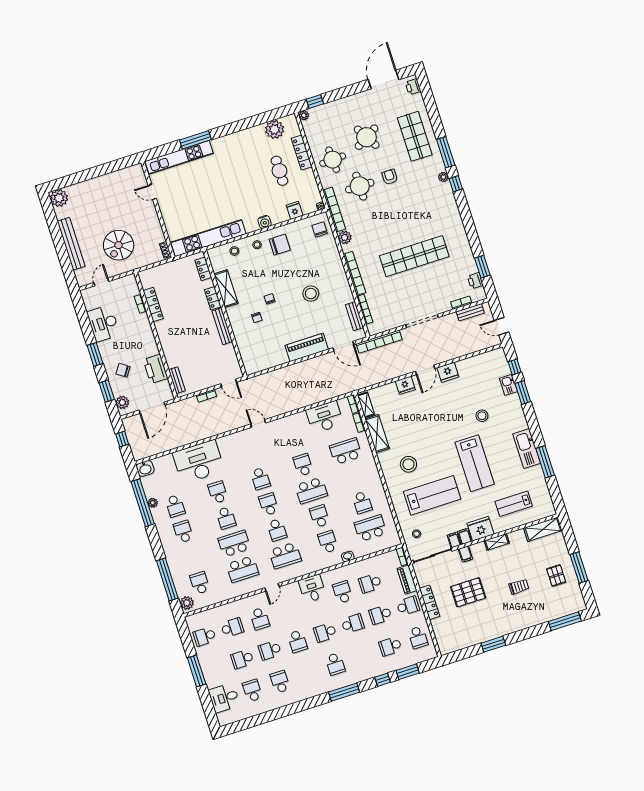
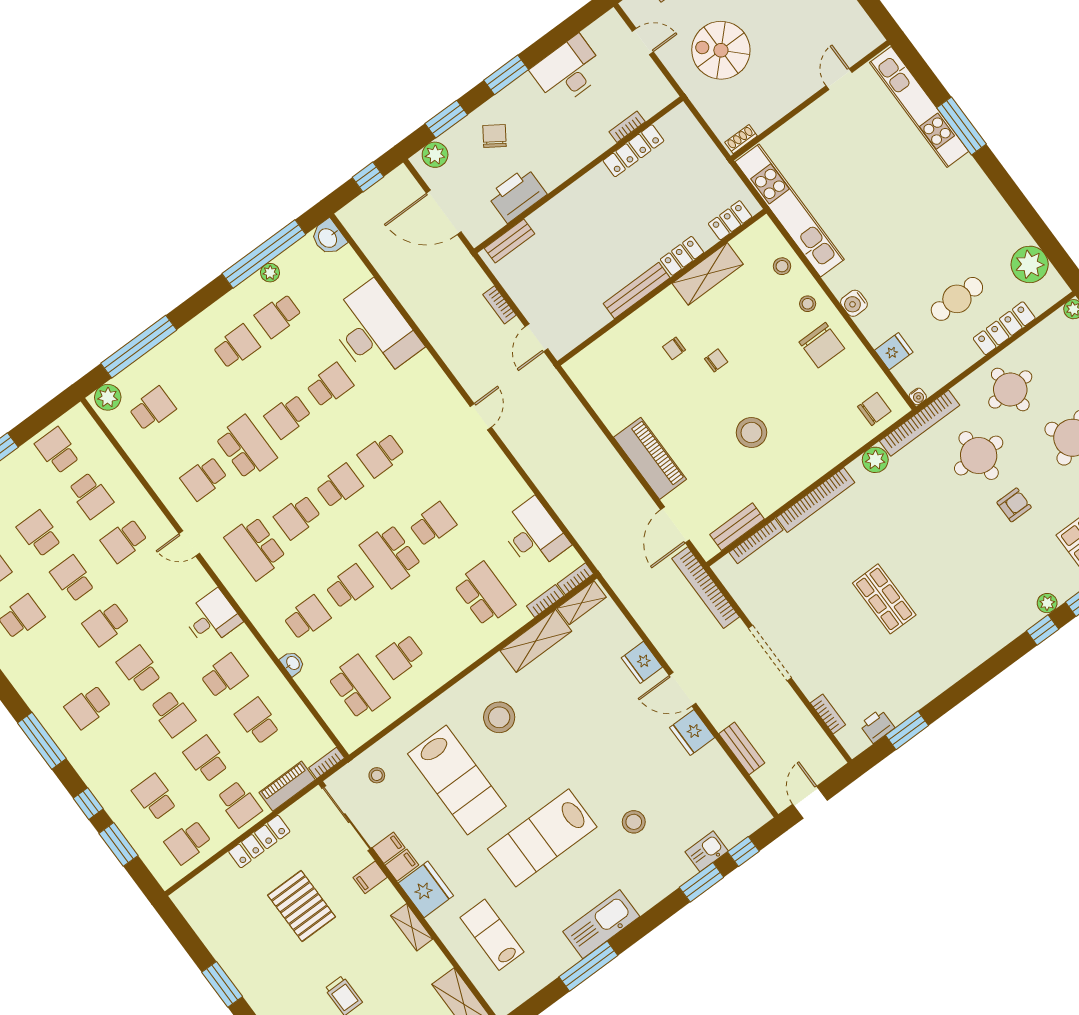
shop shelf: (414, 256) -> (884, 599), width x0.50, depth x0.74
bench: (470, 312) -> (742, 748), moved
school desk: (242, 569) -> (204, 478), width x0.54

